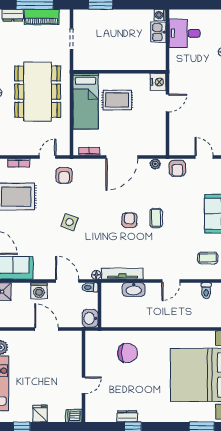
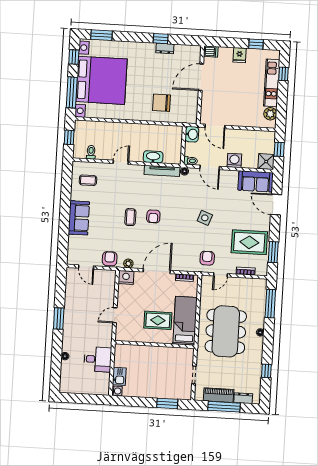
desk: (184, 33) -> (98, 359), moved
nightstand: (158, 82) -> (126, 277), moved, turned 90
door: (46, 329) -> (215, 126), moved
door: (83, 385) -> (201, 77), width x1.87

